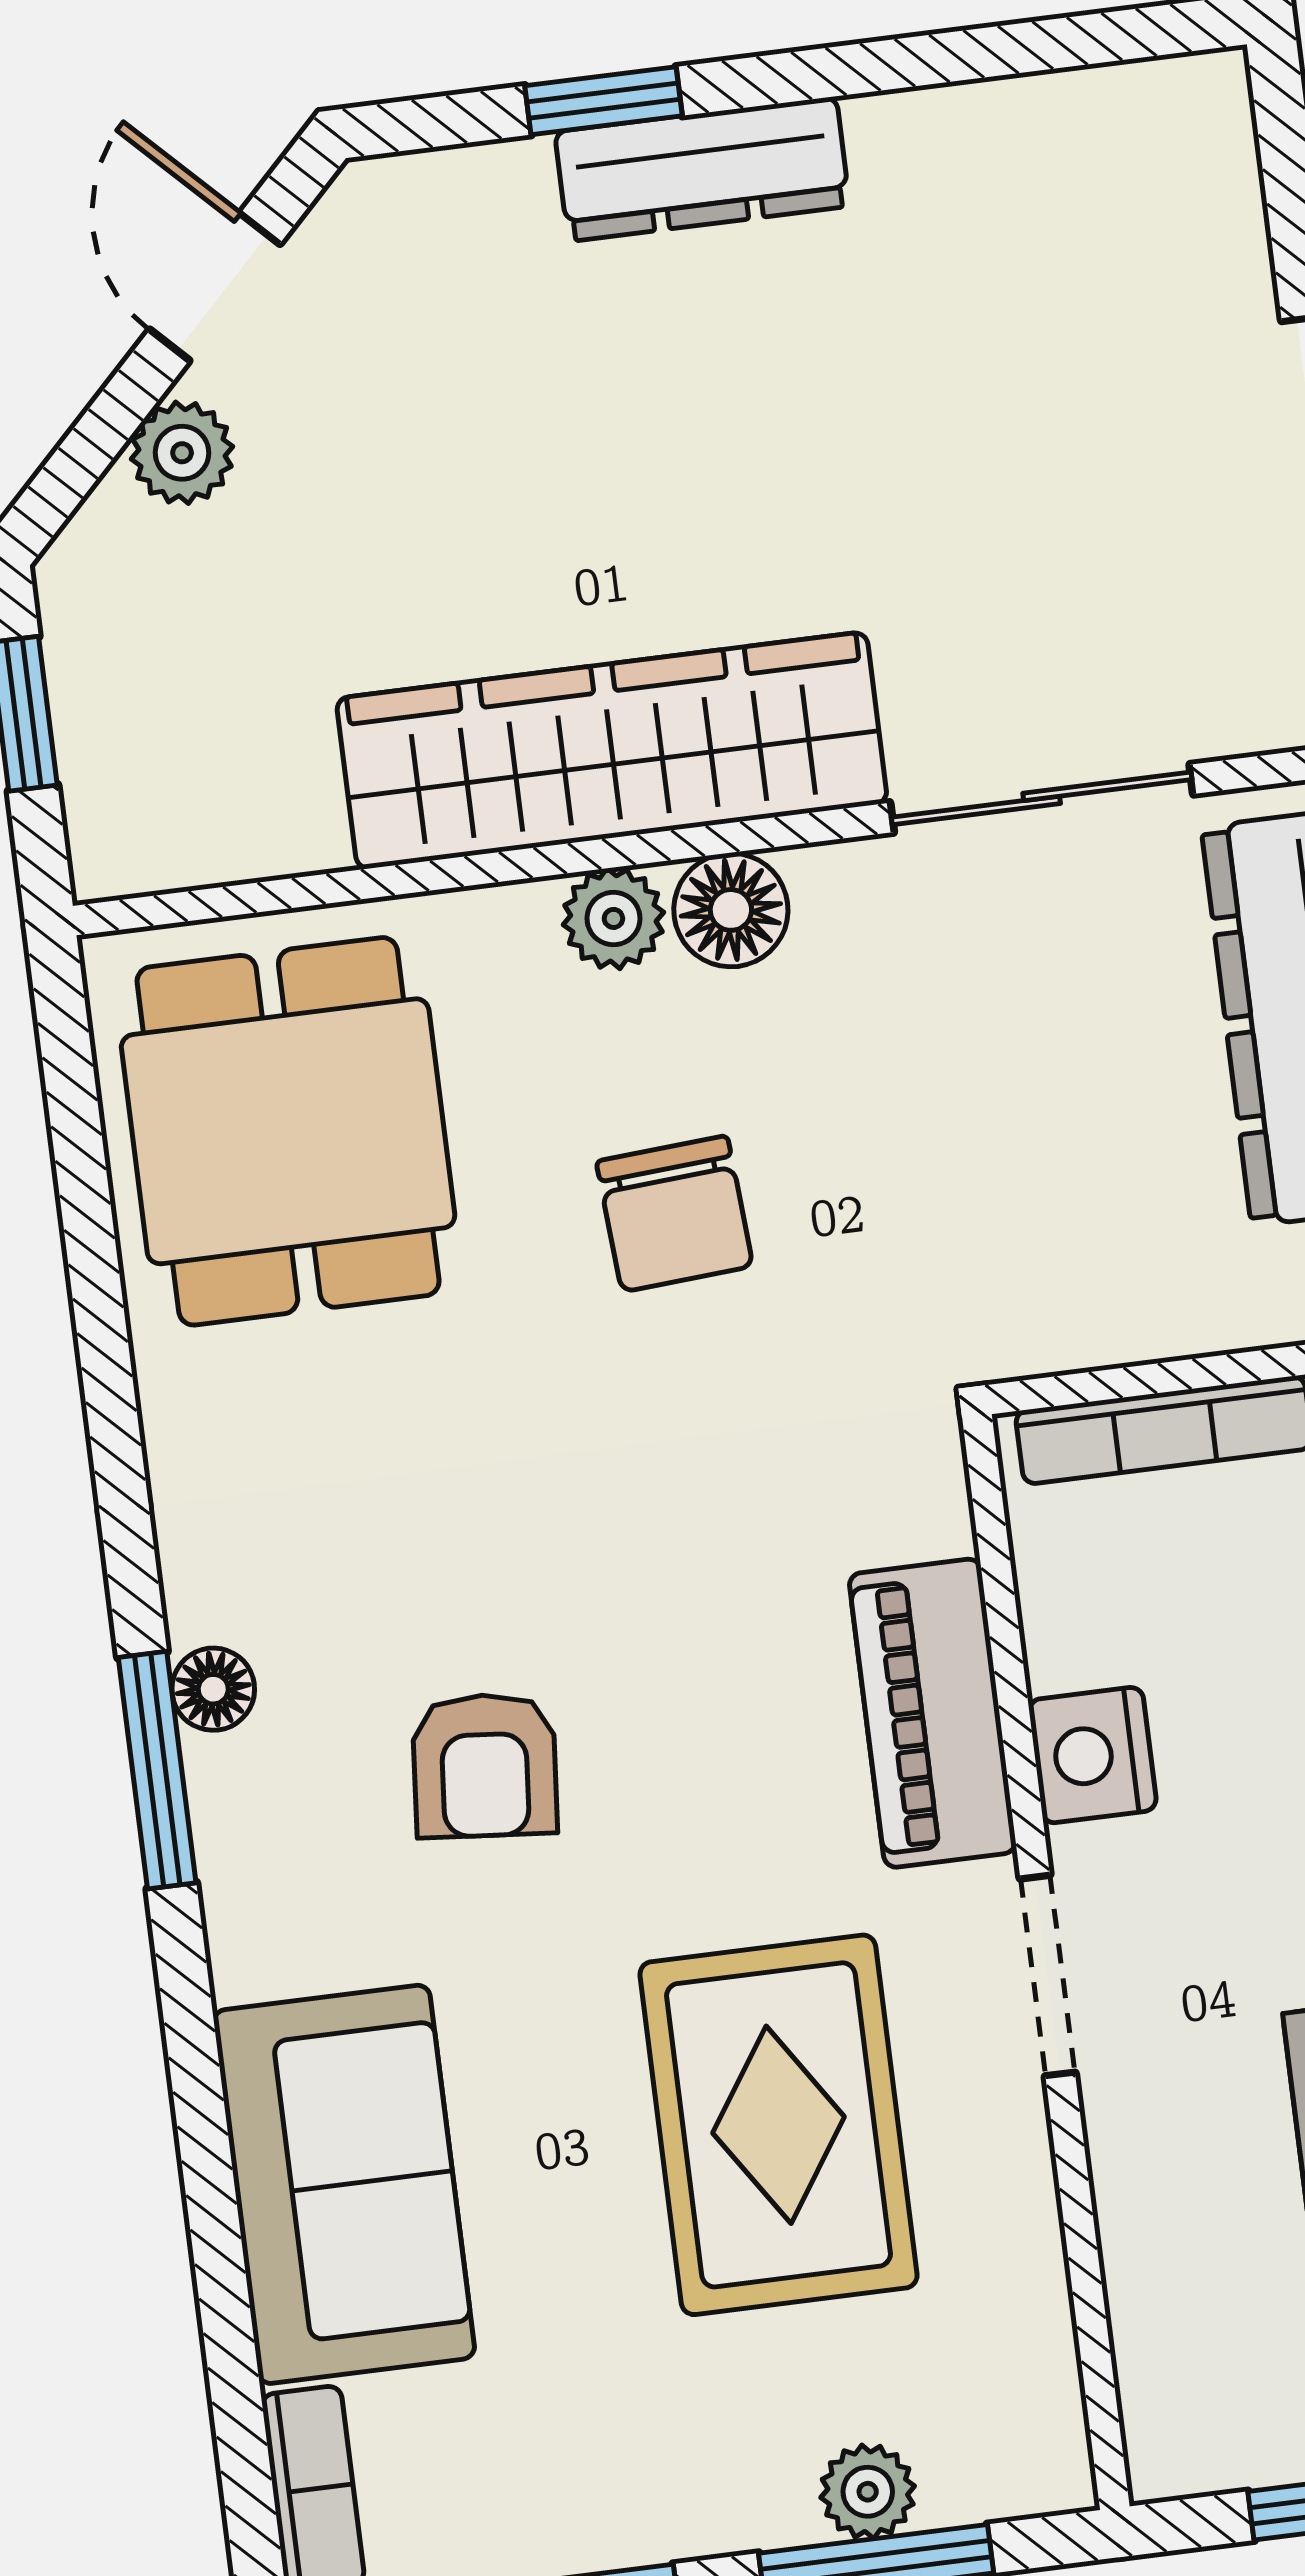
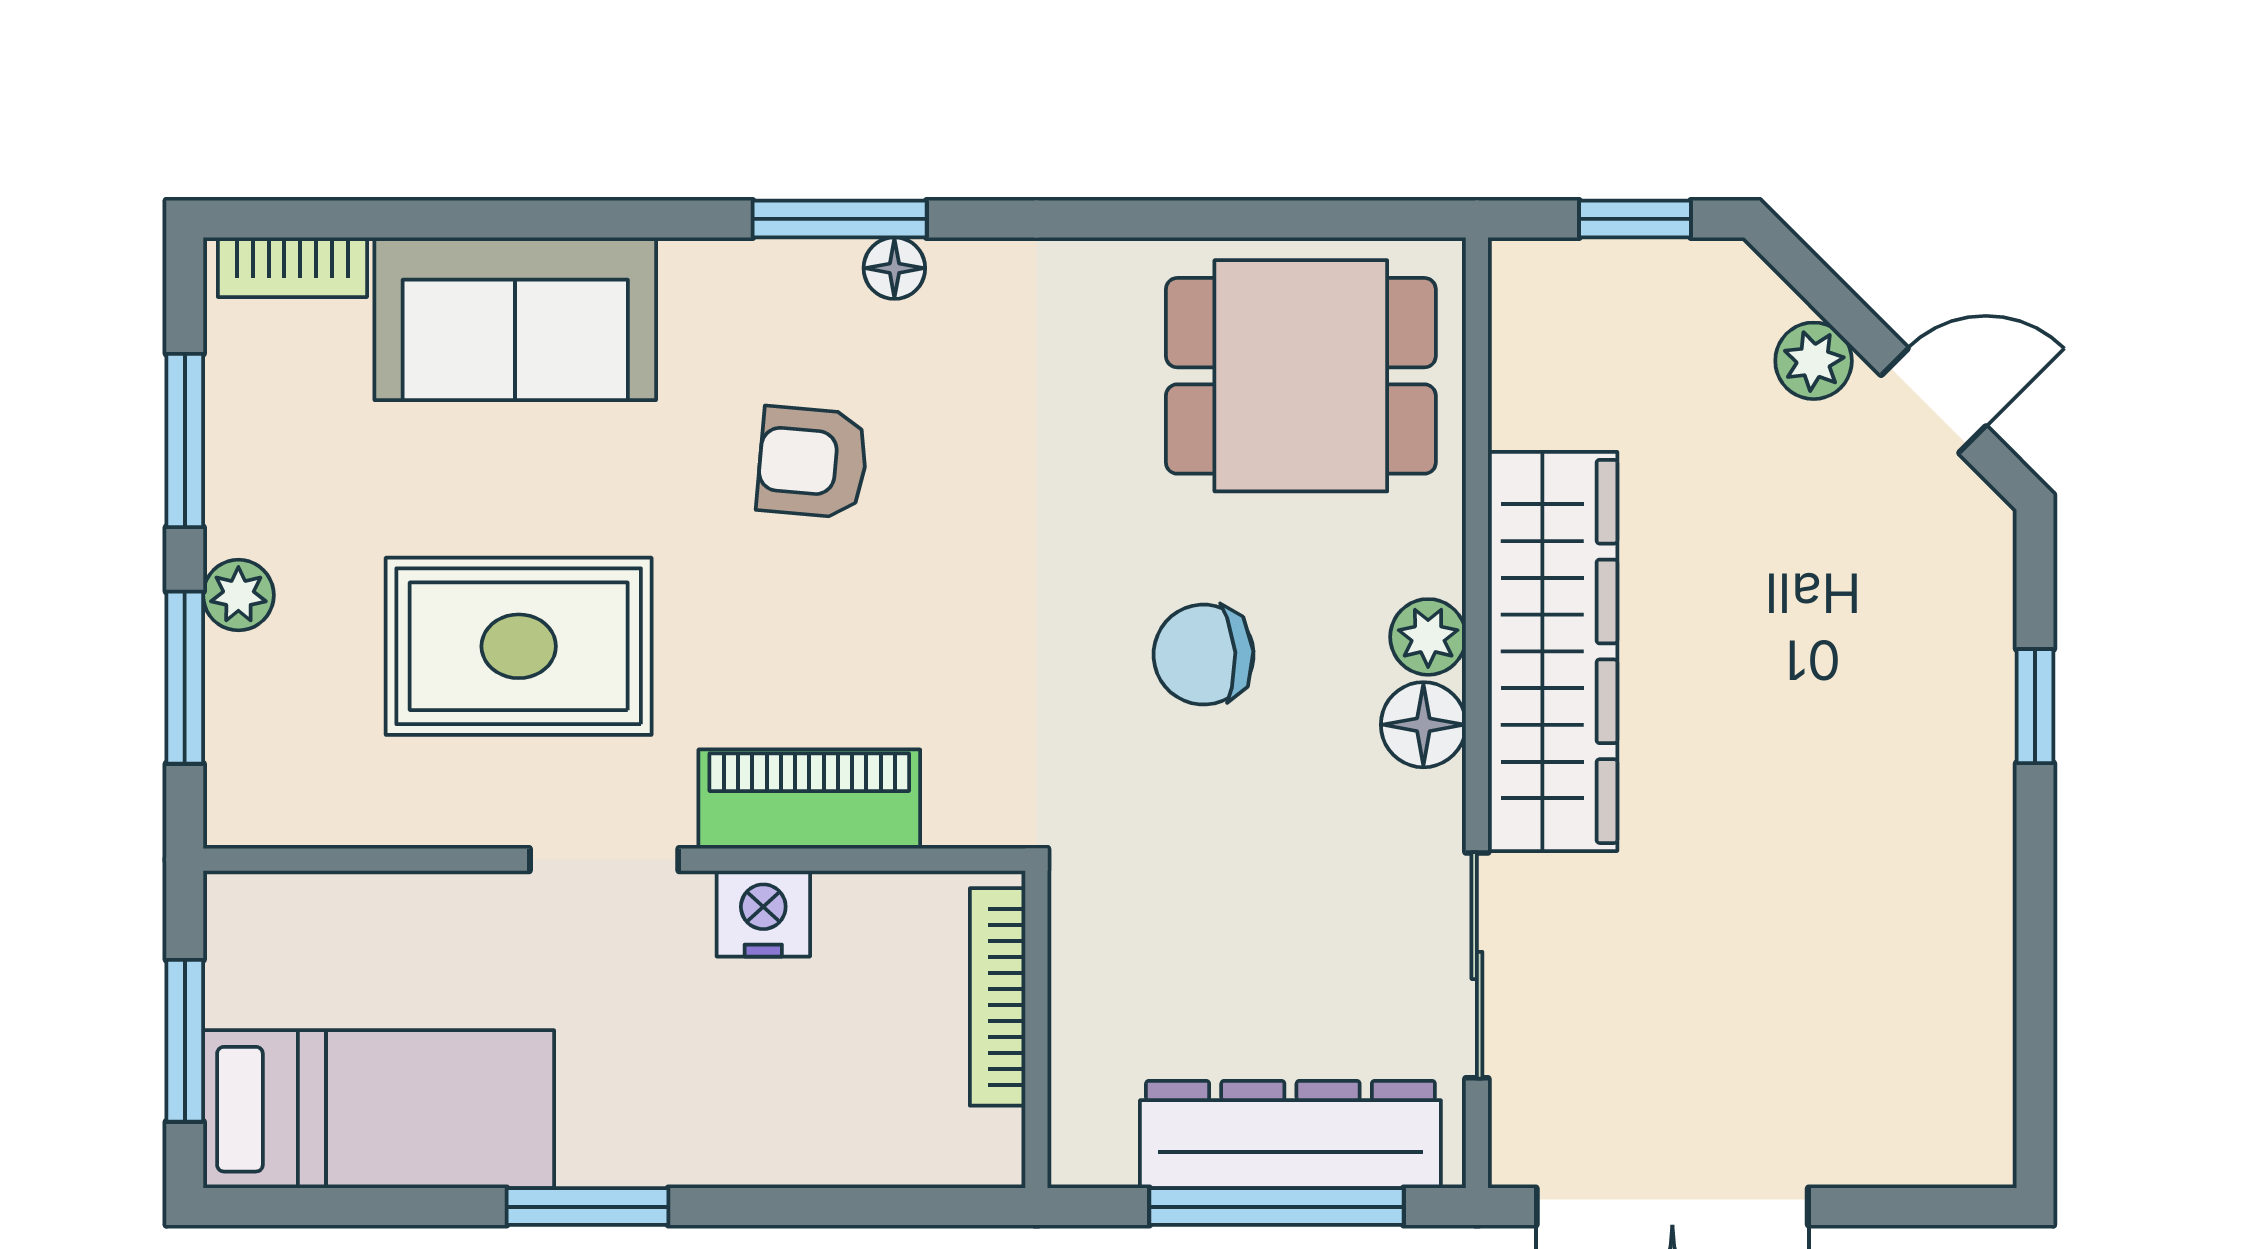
dresser: (702, 169) -> (1975, 773), removed
plant: (868, 2492) -> (238, 595), moved

